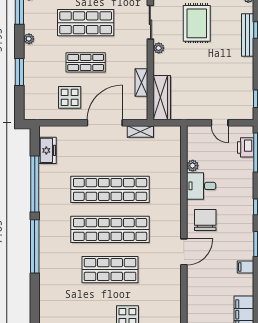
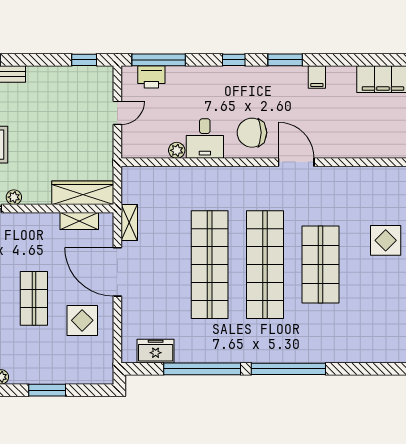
shelving: (141, 83) -> (79, 221), moved

